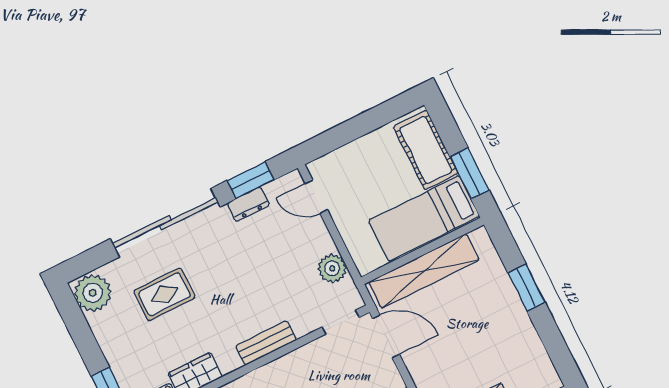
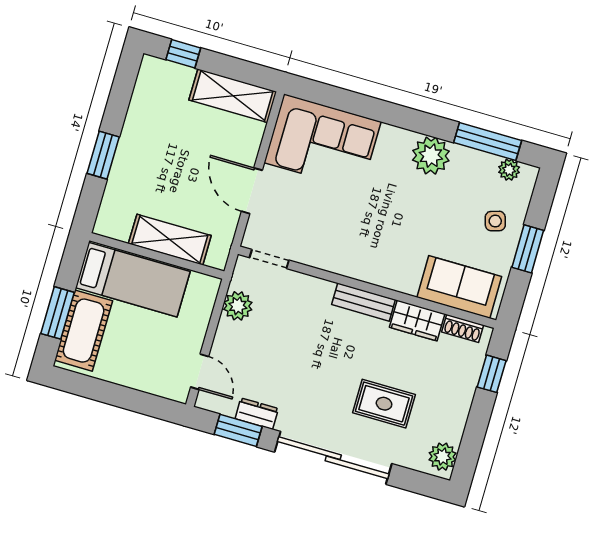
window: (470, 173) -> (58, 313), moved
shelving: (424, 271) -> (170, 240), width x0.68
plant: (93, 293) -> (443, 457), width x0.73, depth x0.73
door: (386, 336) -> (252, 191), moved
bench: (266, 343) -> (363, 302), moved

